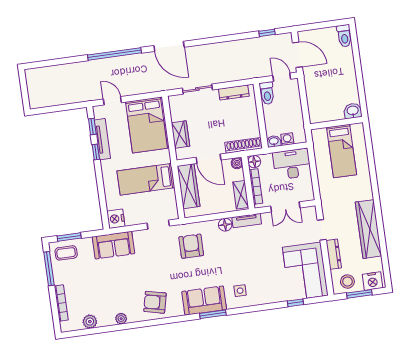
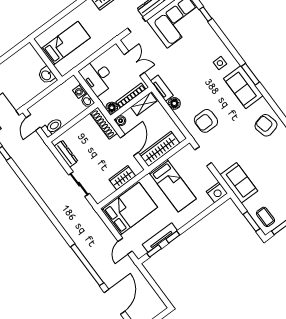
door: (169, 46) -> (115, 302), moved
washbasin: (353, 111) -> (46, 75), moved
armchair: (155, 302) -> (266, 125), turned 153

